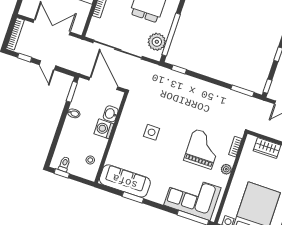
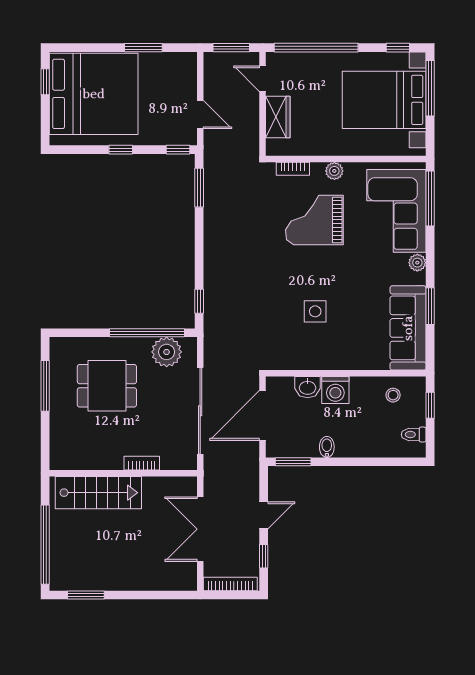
window: (62, 173) -> (430, 405), moved
plant: (160, 198) -> (417, 263), added

